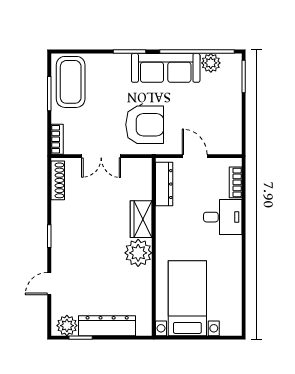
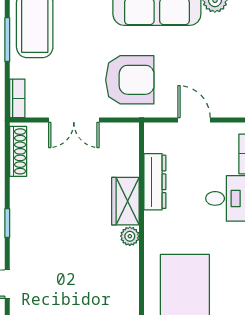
dresser: (164, 184) -> (155, 182), moved
plant: (138, 253) -> (130, 236), width x0.53, depth x0.53

